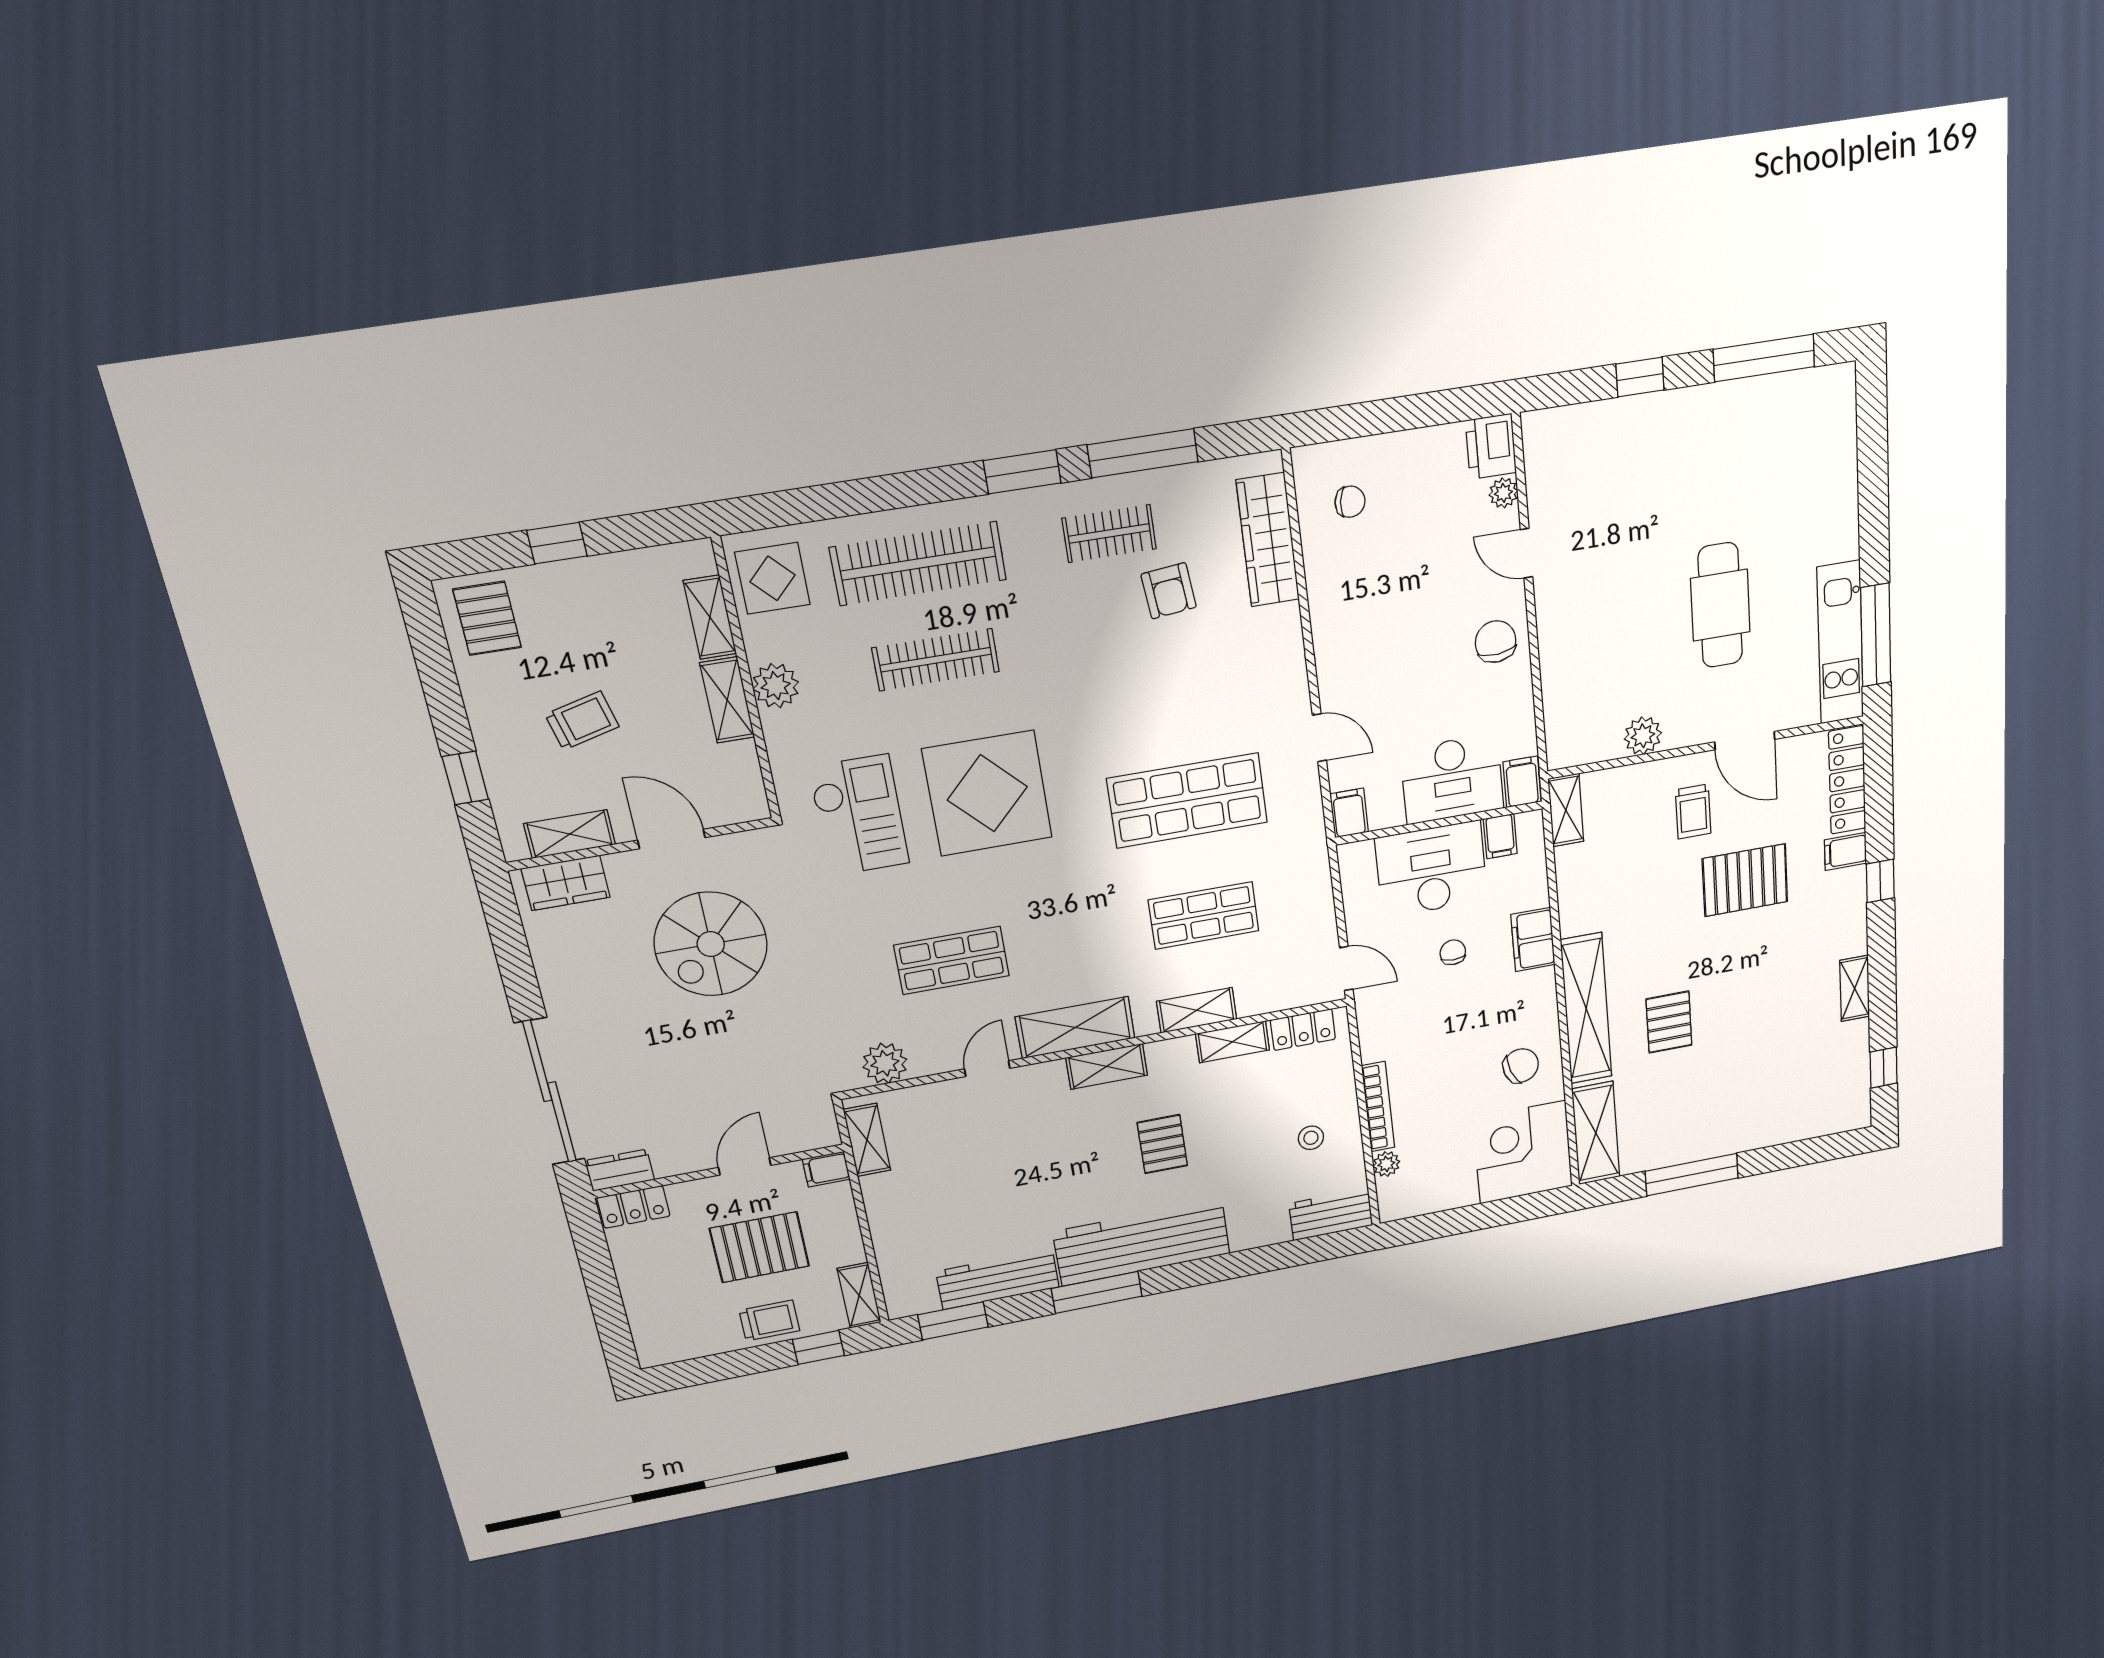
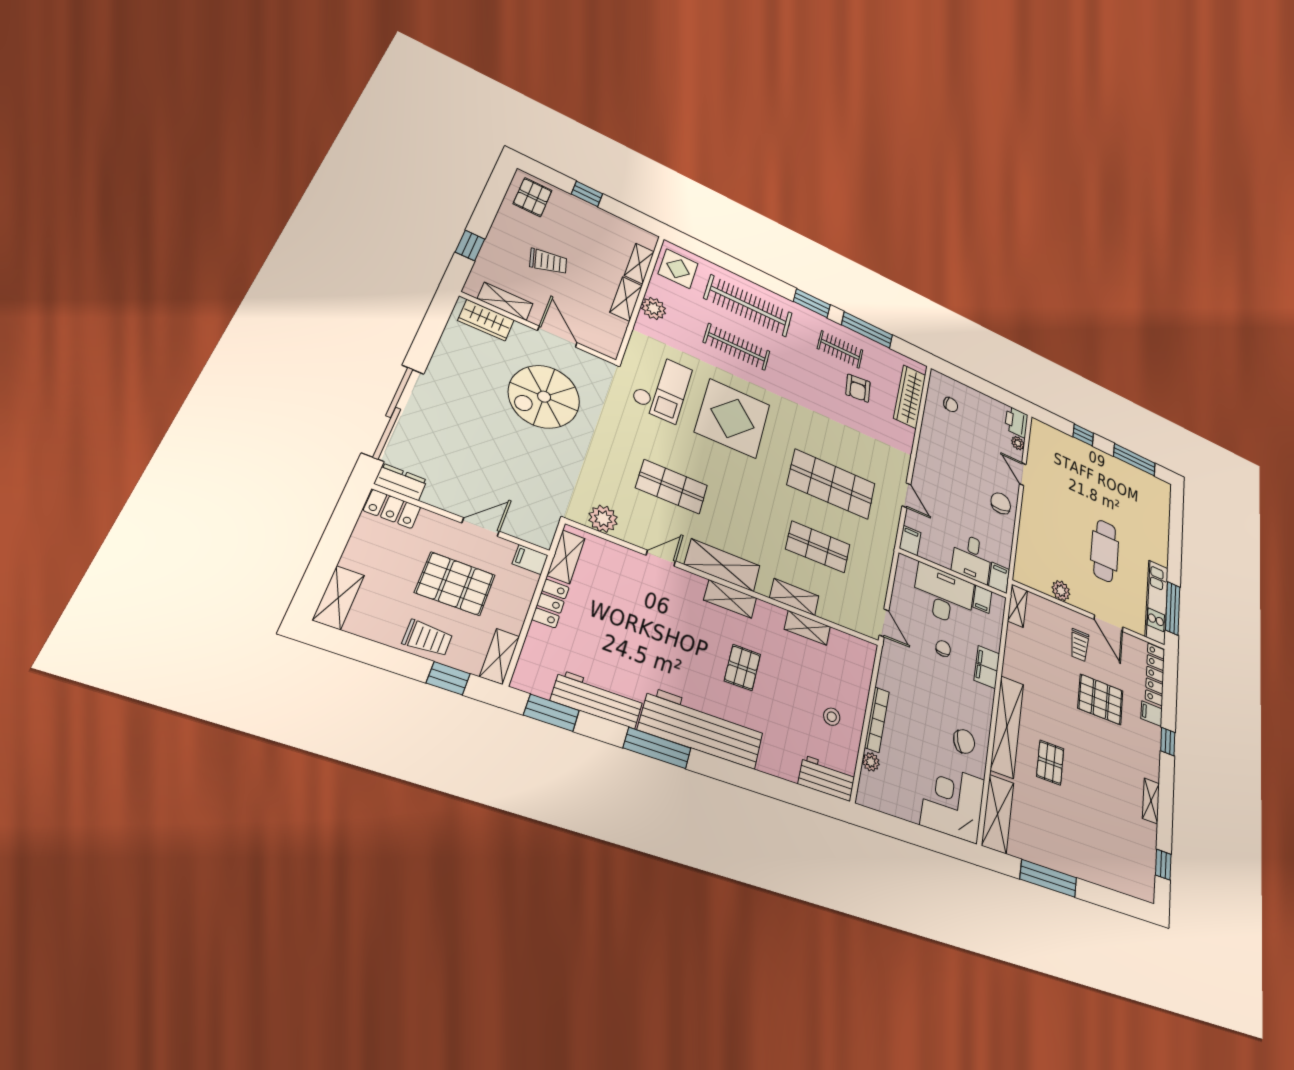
desk: (1452, 779) -> (972, 558), width x0.73
locker: (1303, 1030) -> (550, 603), moved, turned -90
shelving: (649, 1333) -> (338, 597), added

